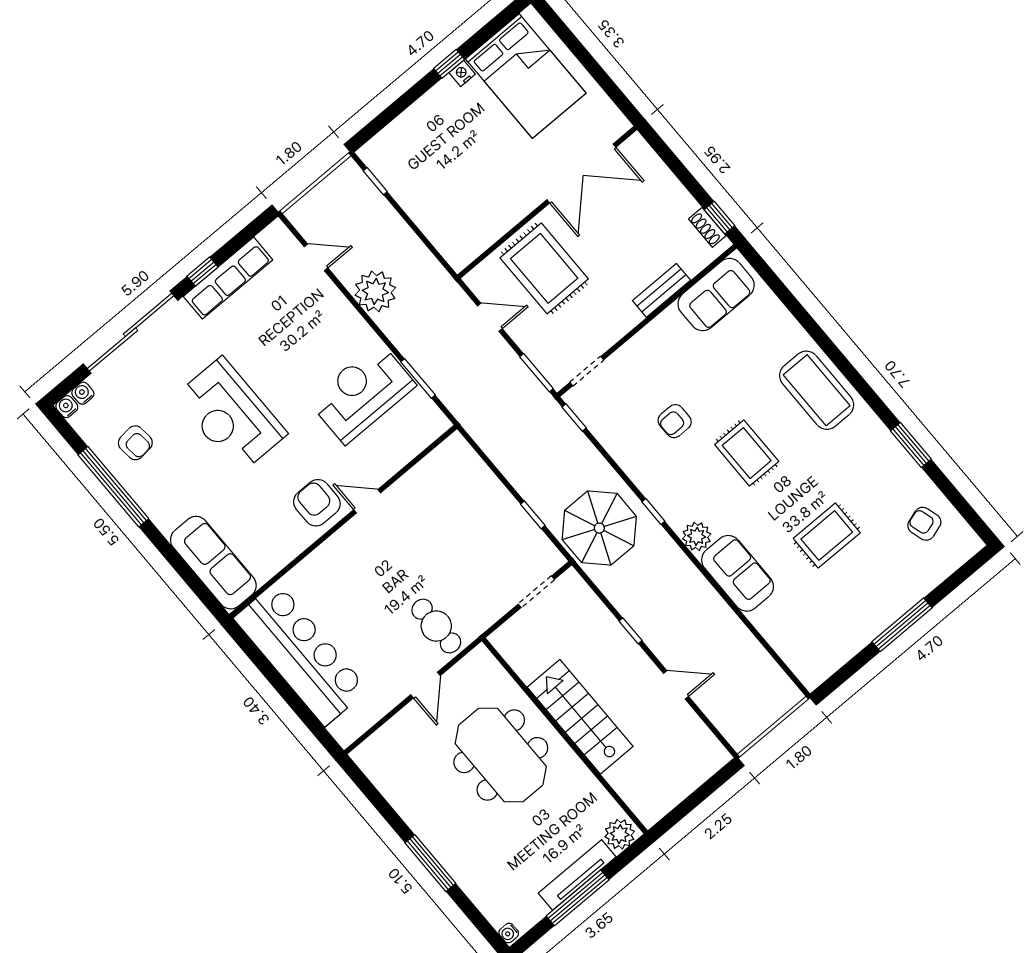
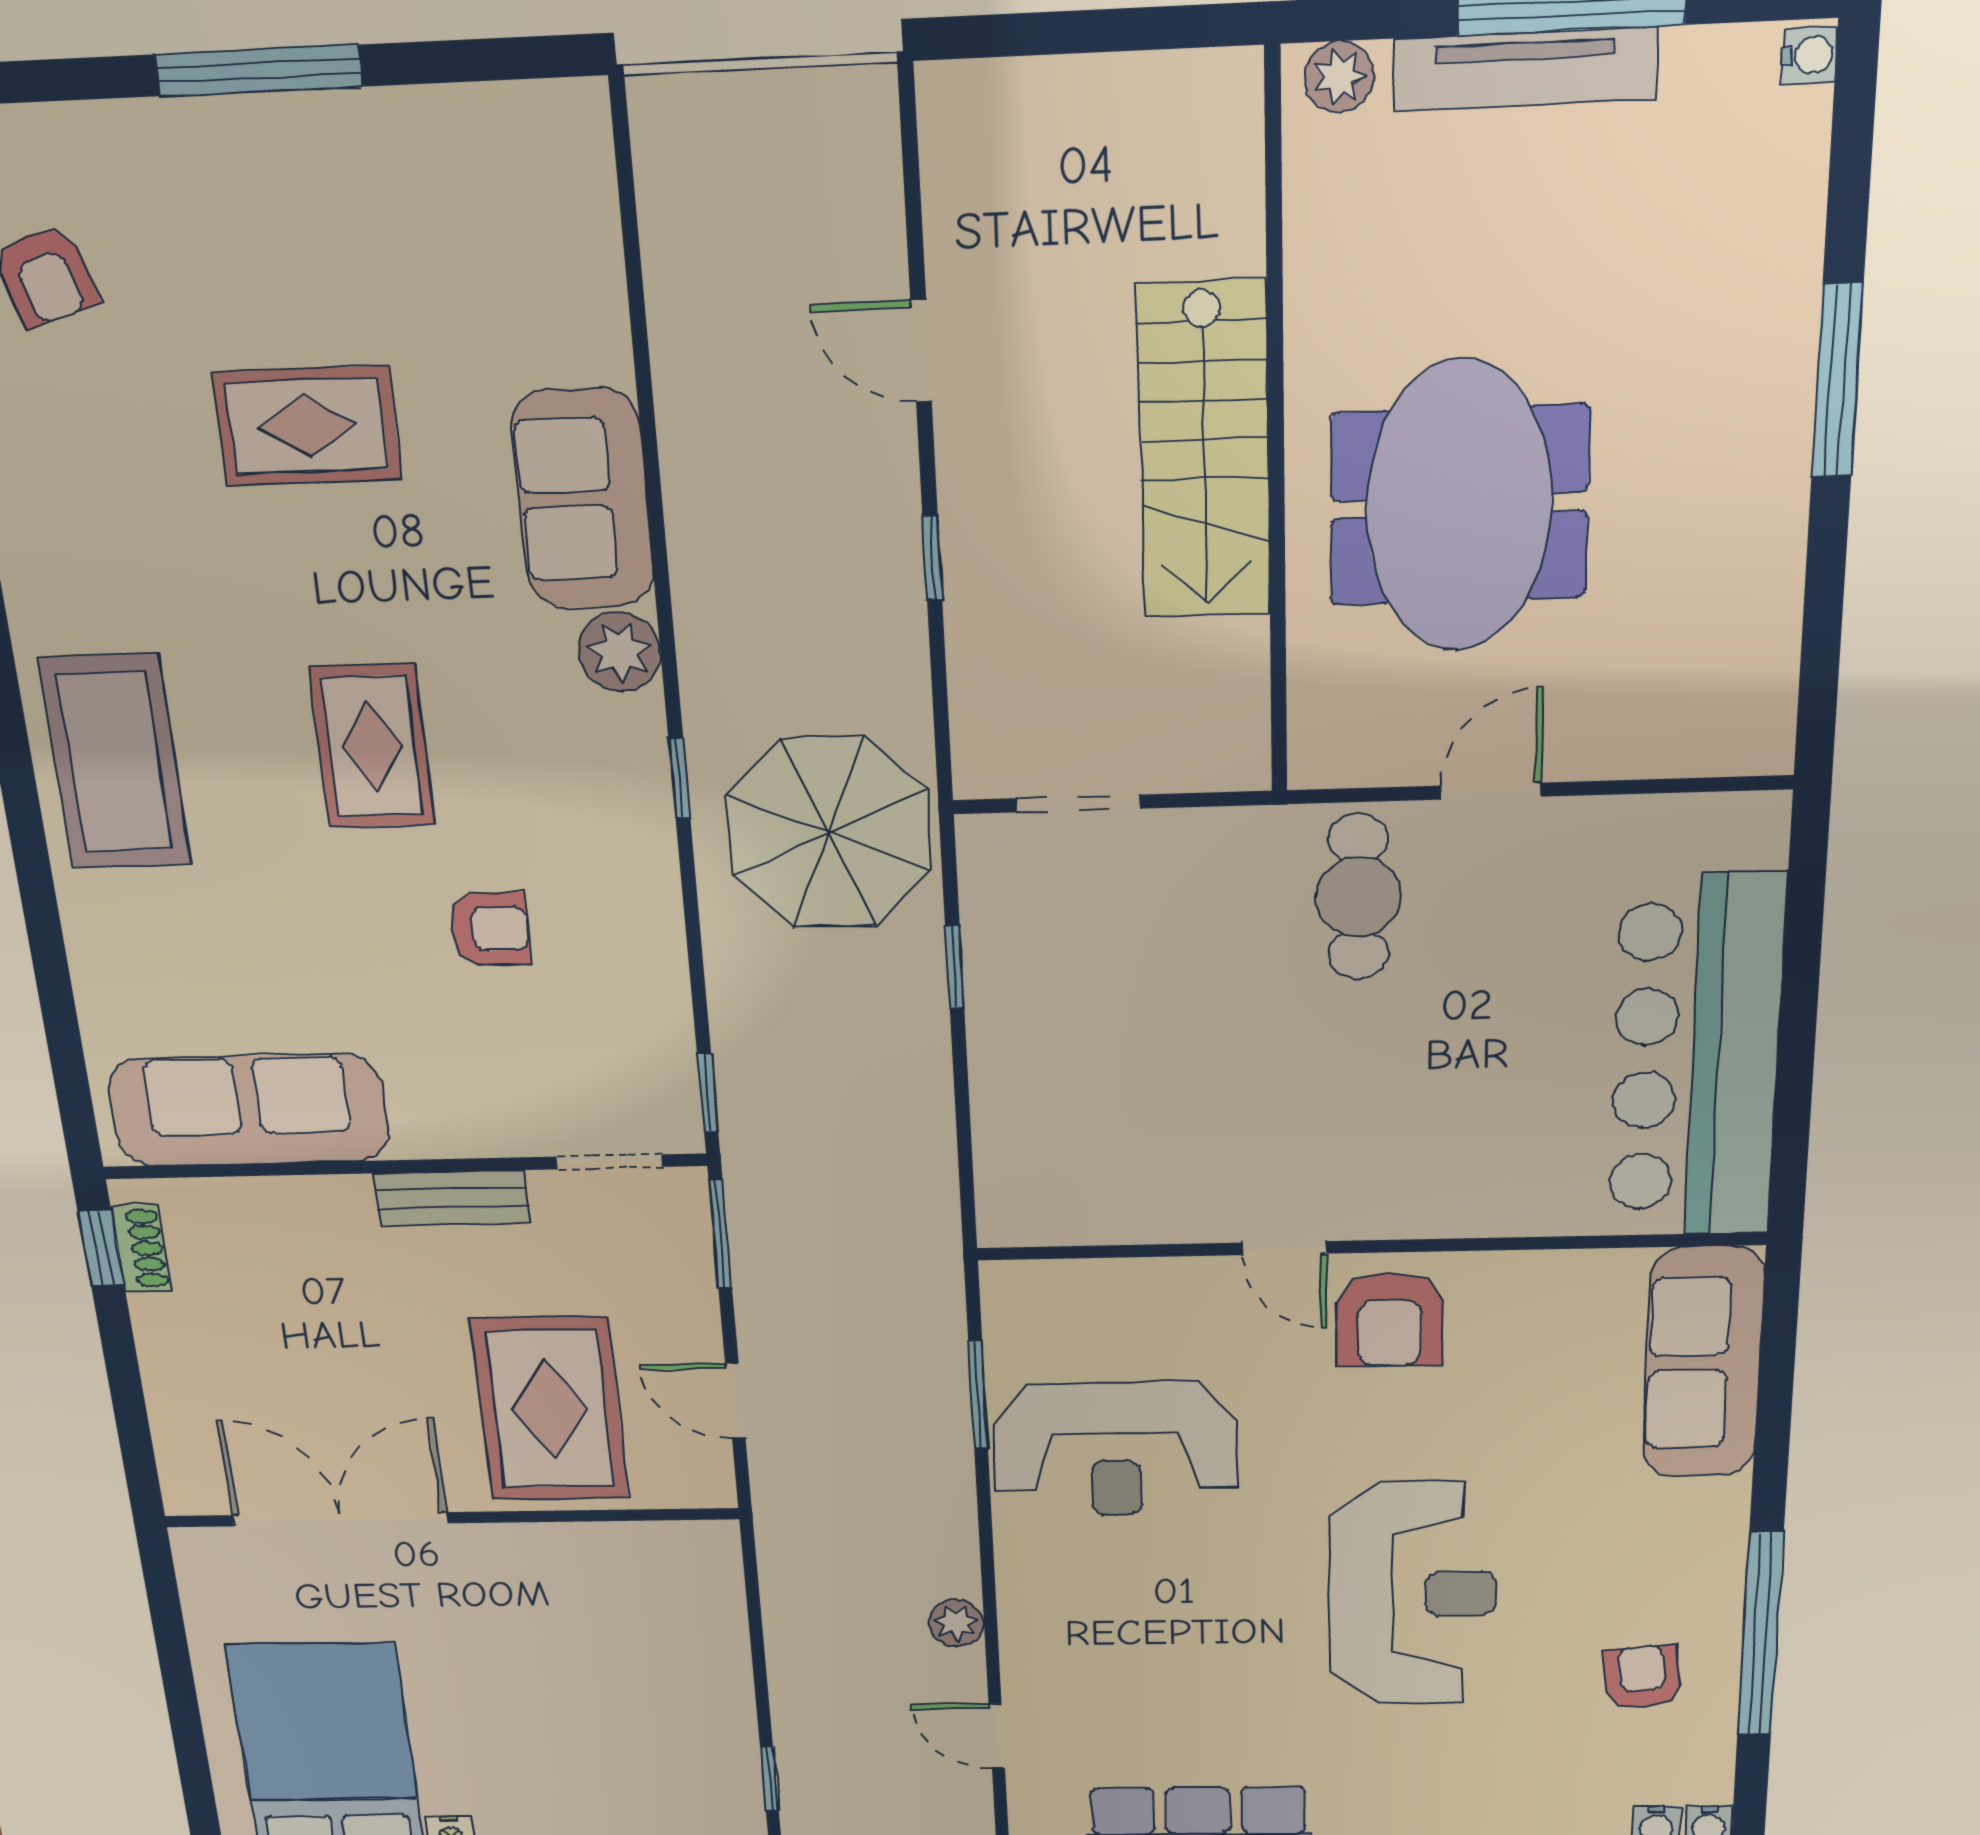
bench: (661, 290) -> (452, 1198), moved
plant: (375, 291) -> (956, 1623), width x0.53, depth x0.53
sofa: (716, 295) -> (249, 1110), width x1.36
plant: (620, 834) -> (1339, 77), width x0.73, depth x0.73

